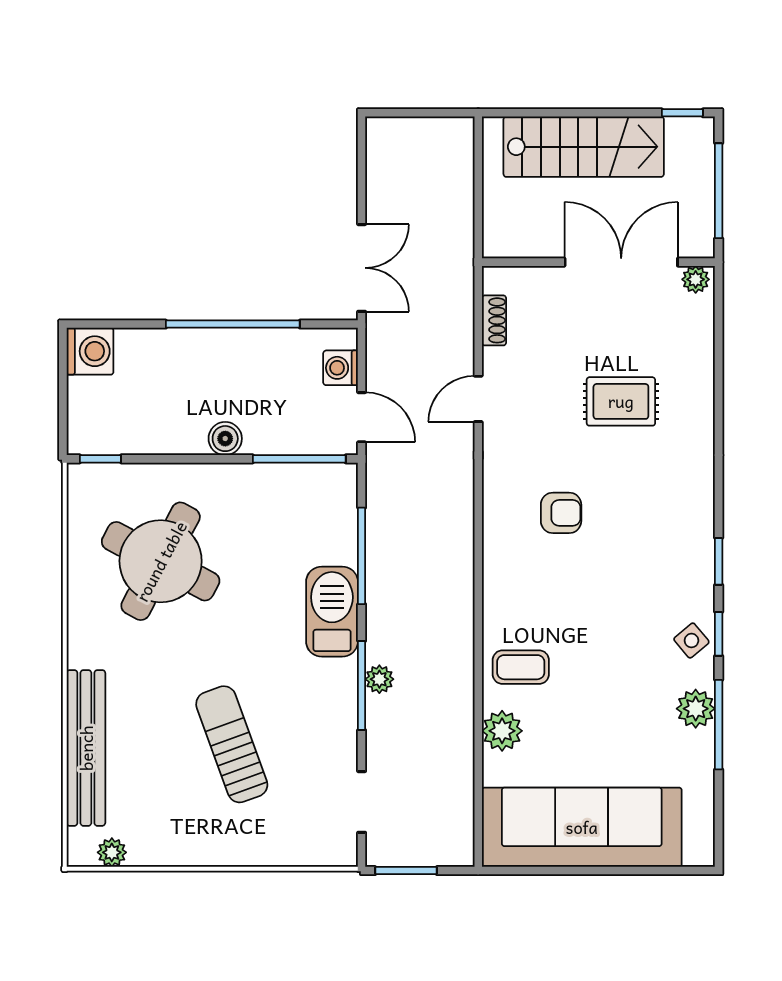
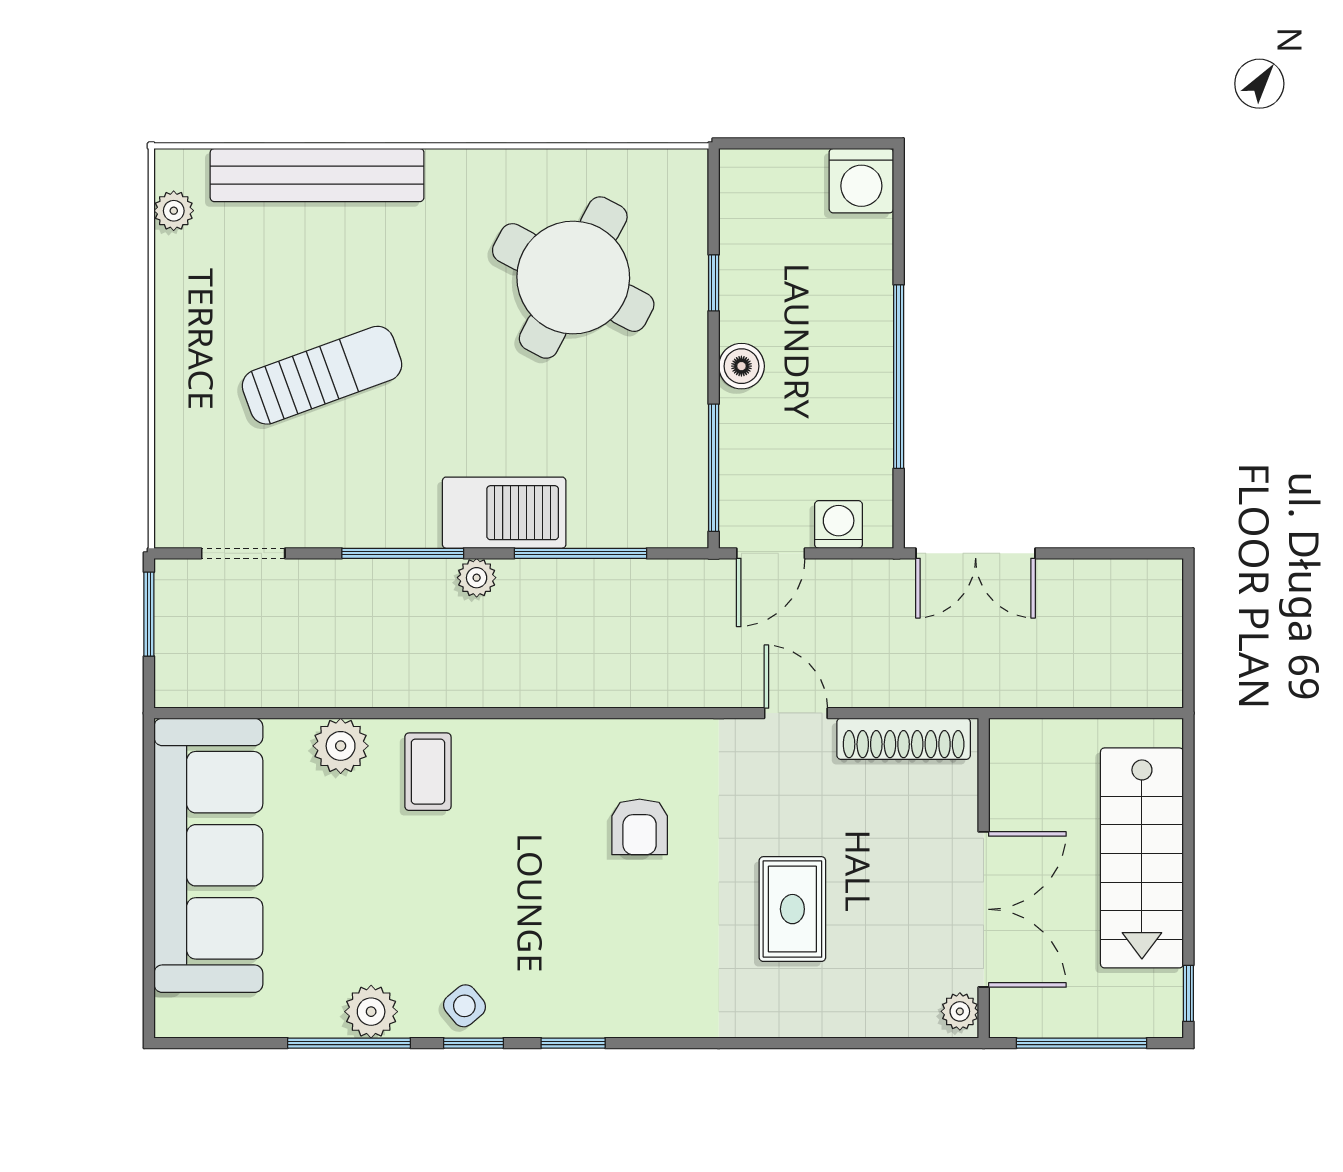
shoe rack: (494, 320) -> (904, 739), width x1.94, depth x1.24
window: (100, 459) -> (714, 283), moved
plant: (379, 679) -> (477, 578), moved

